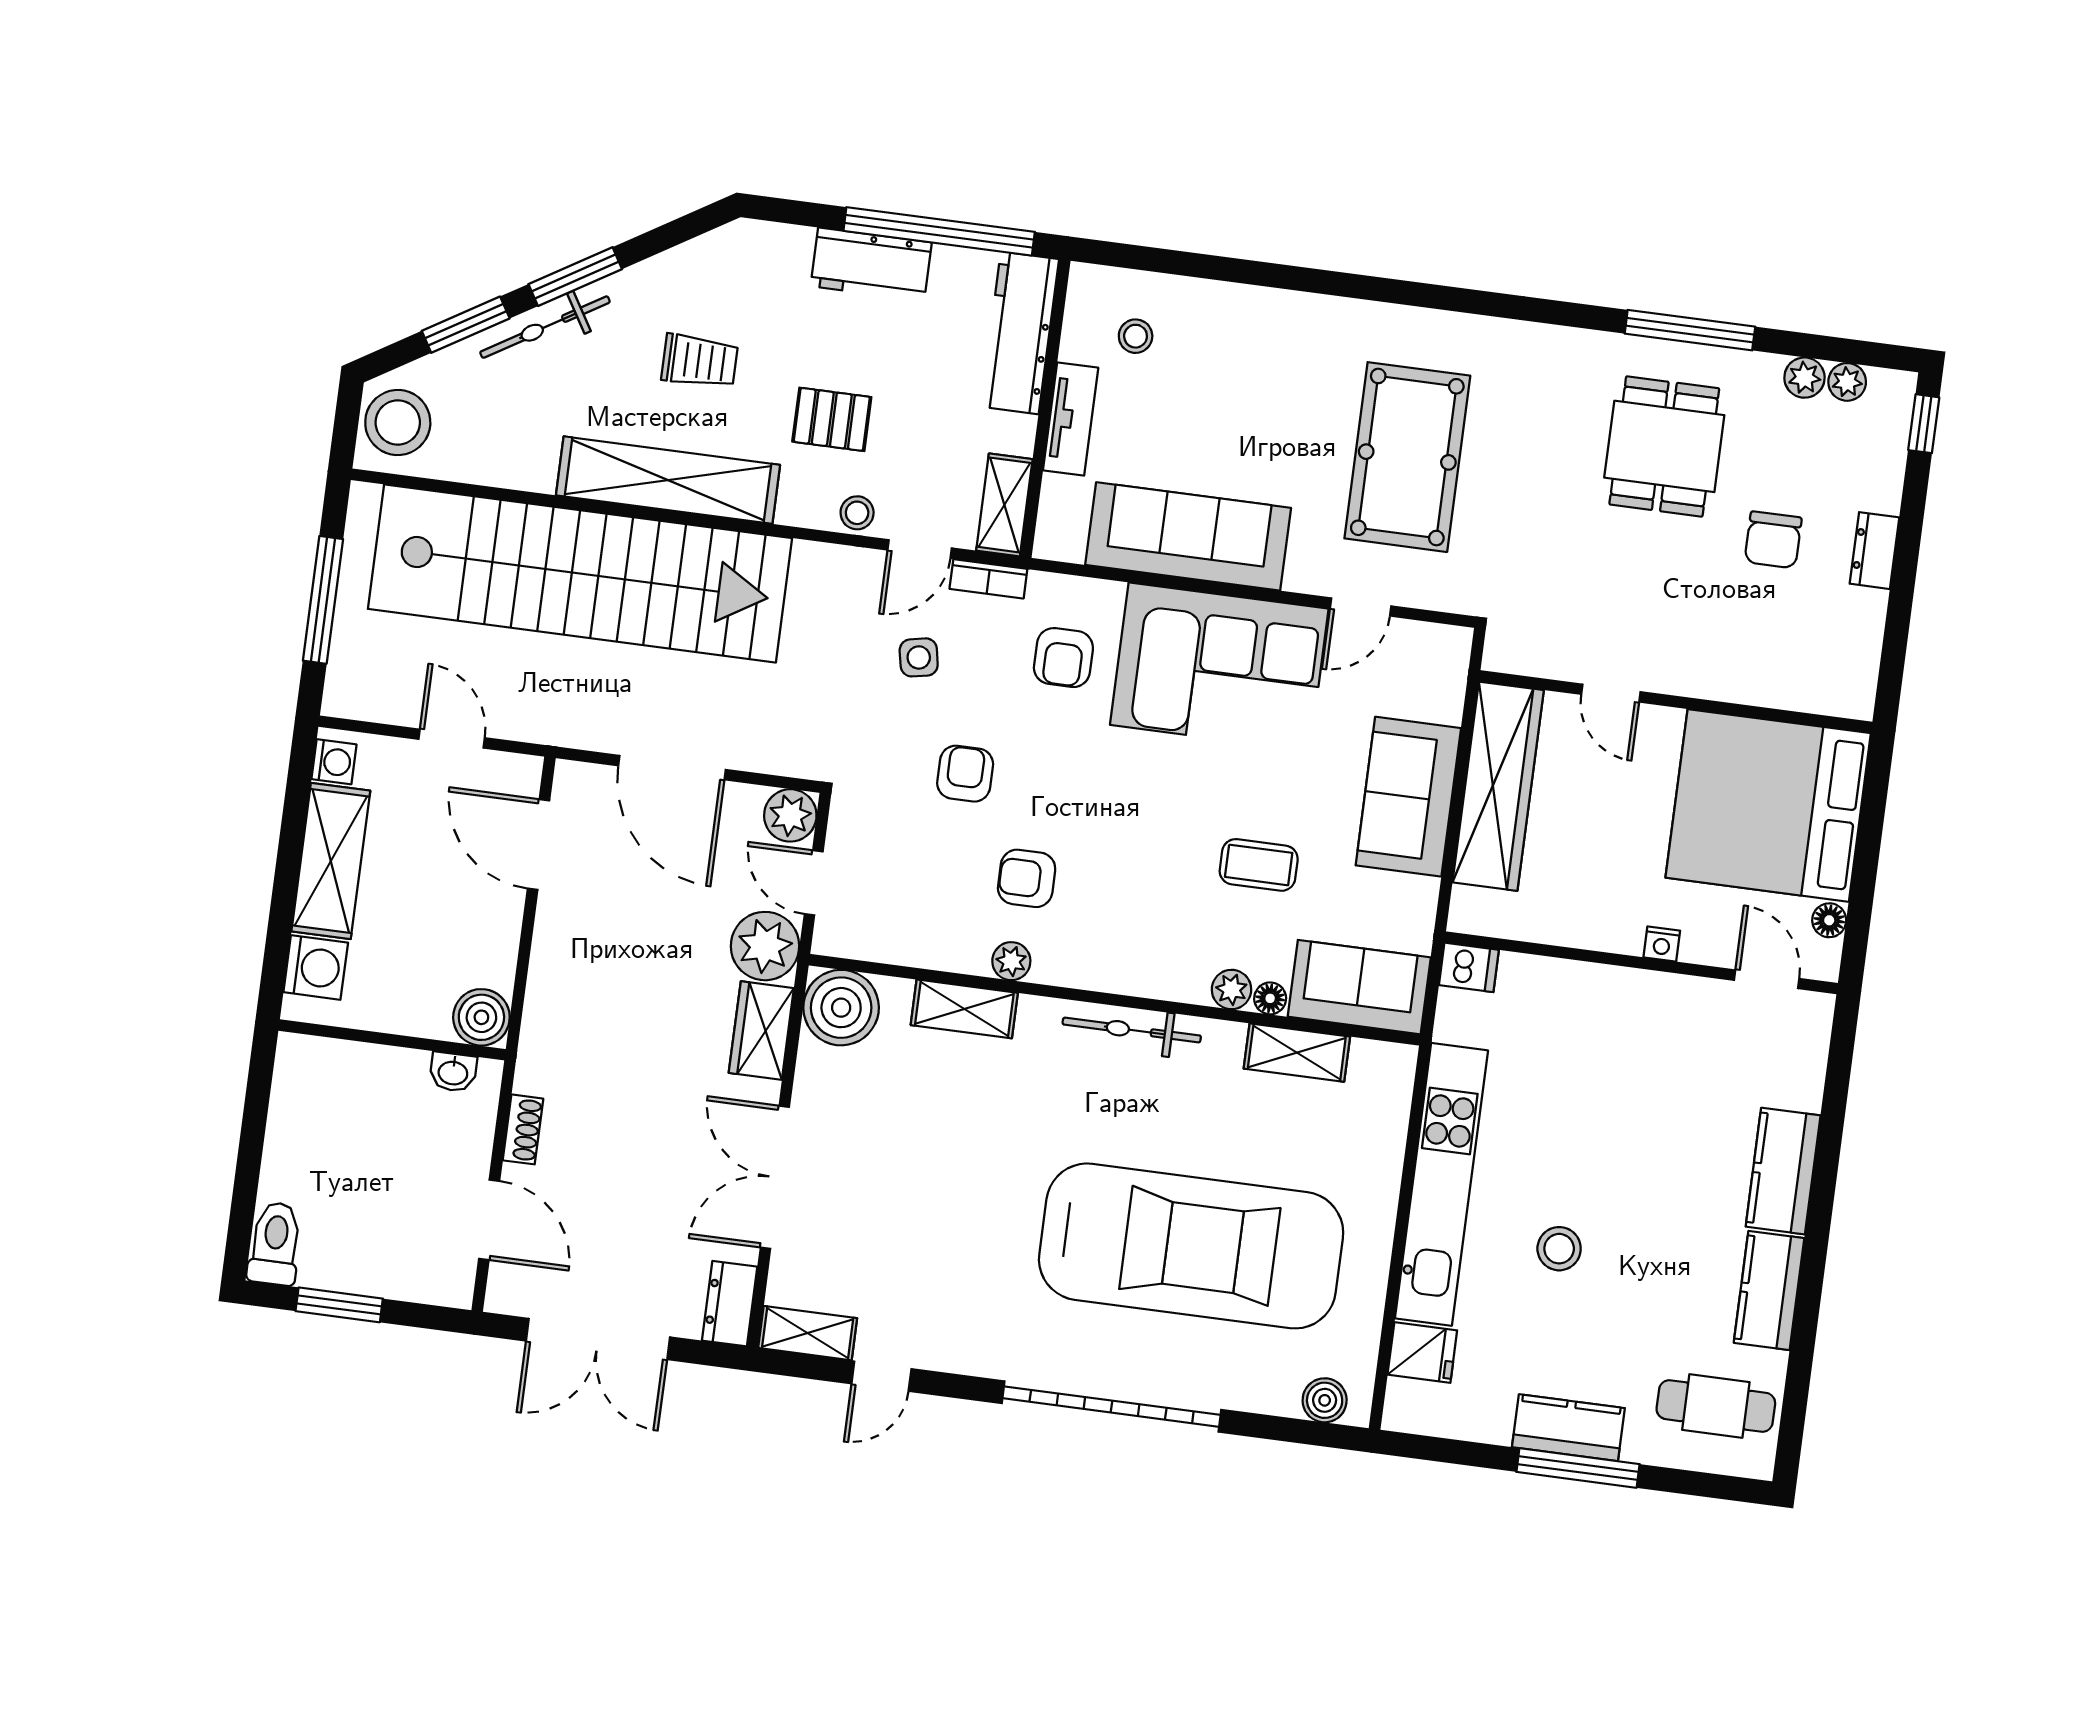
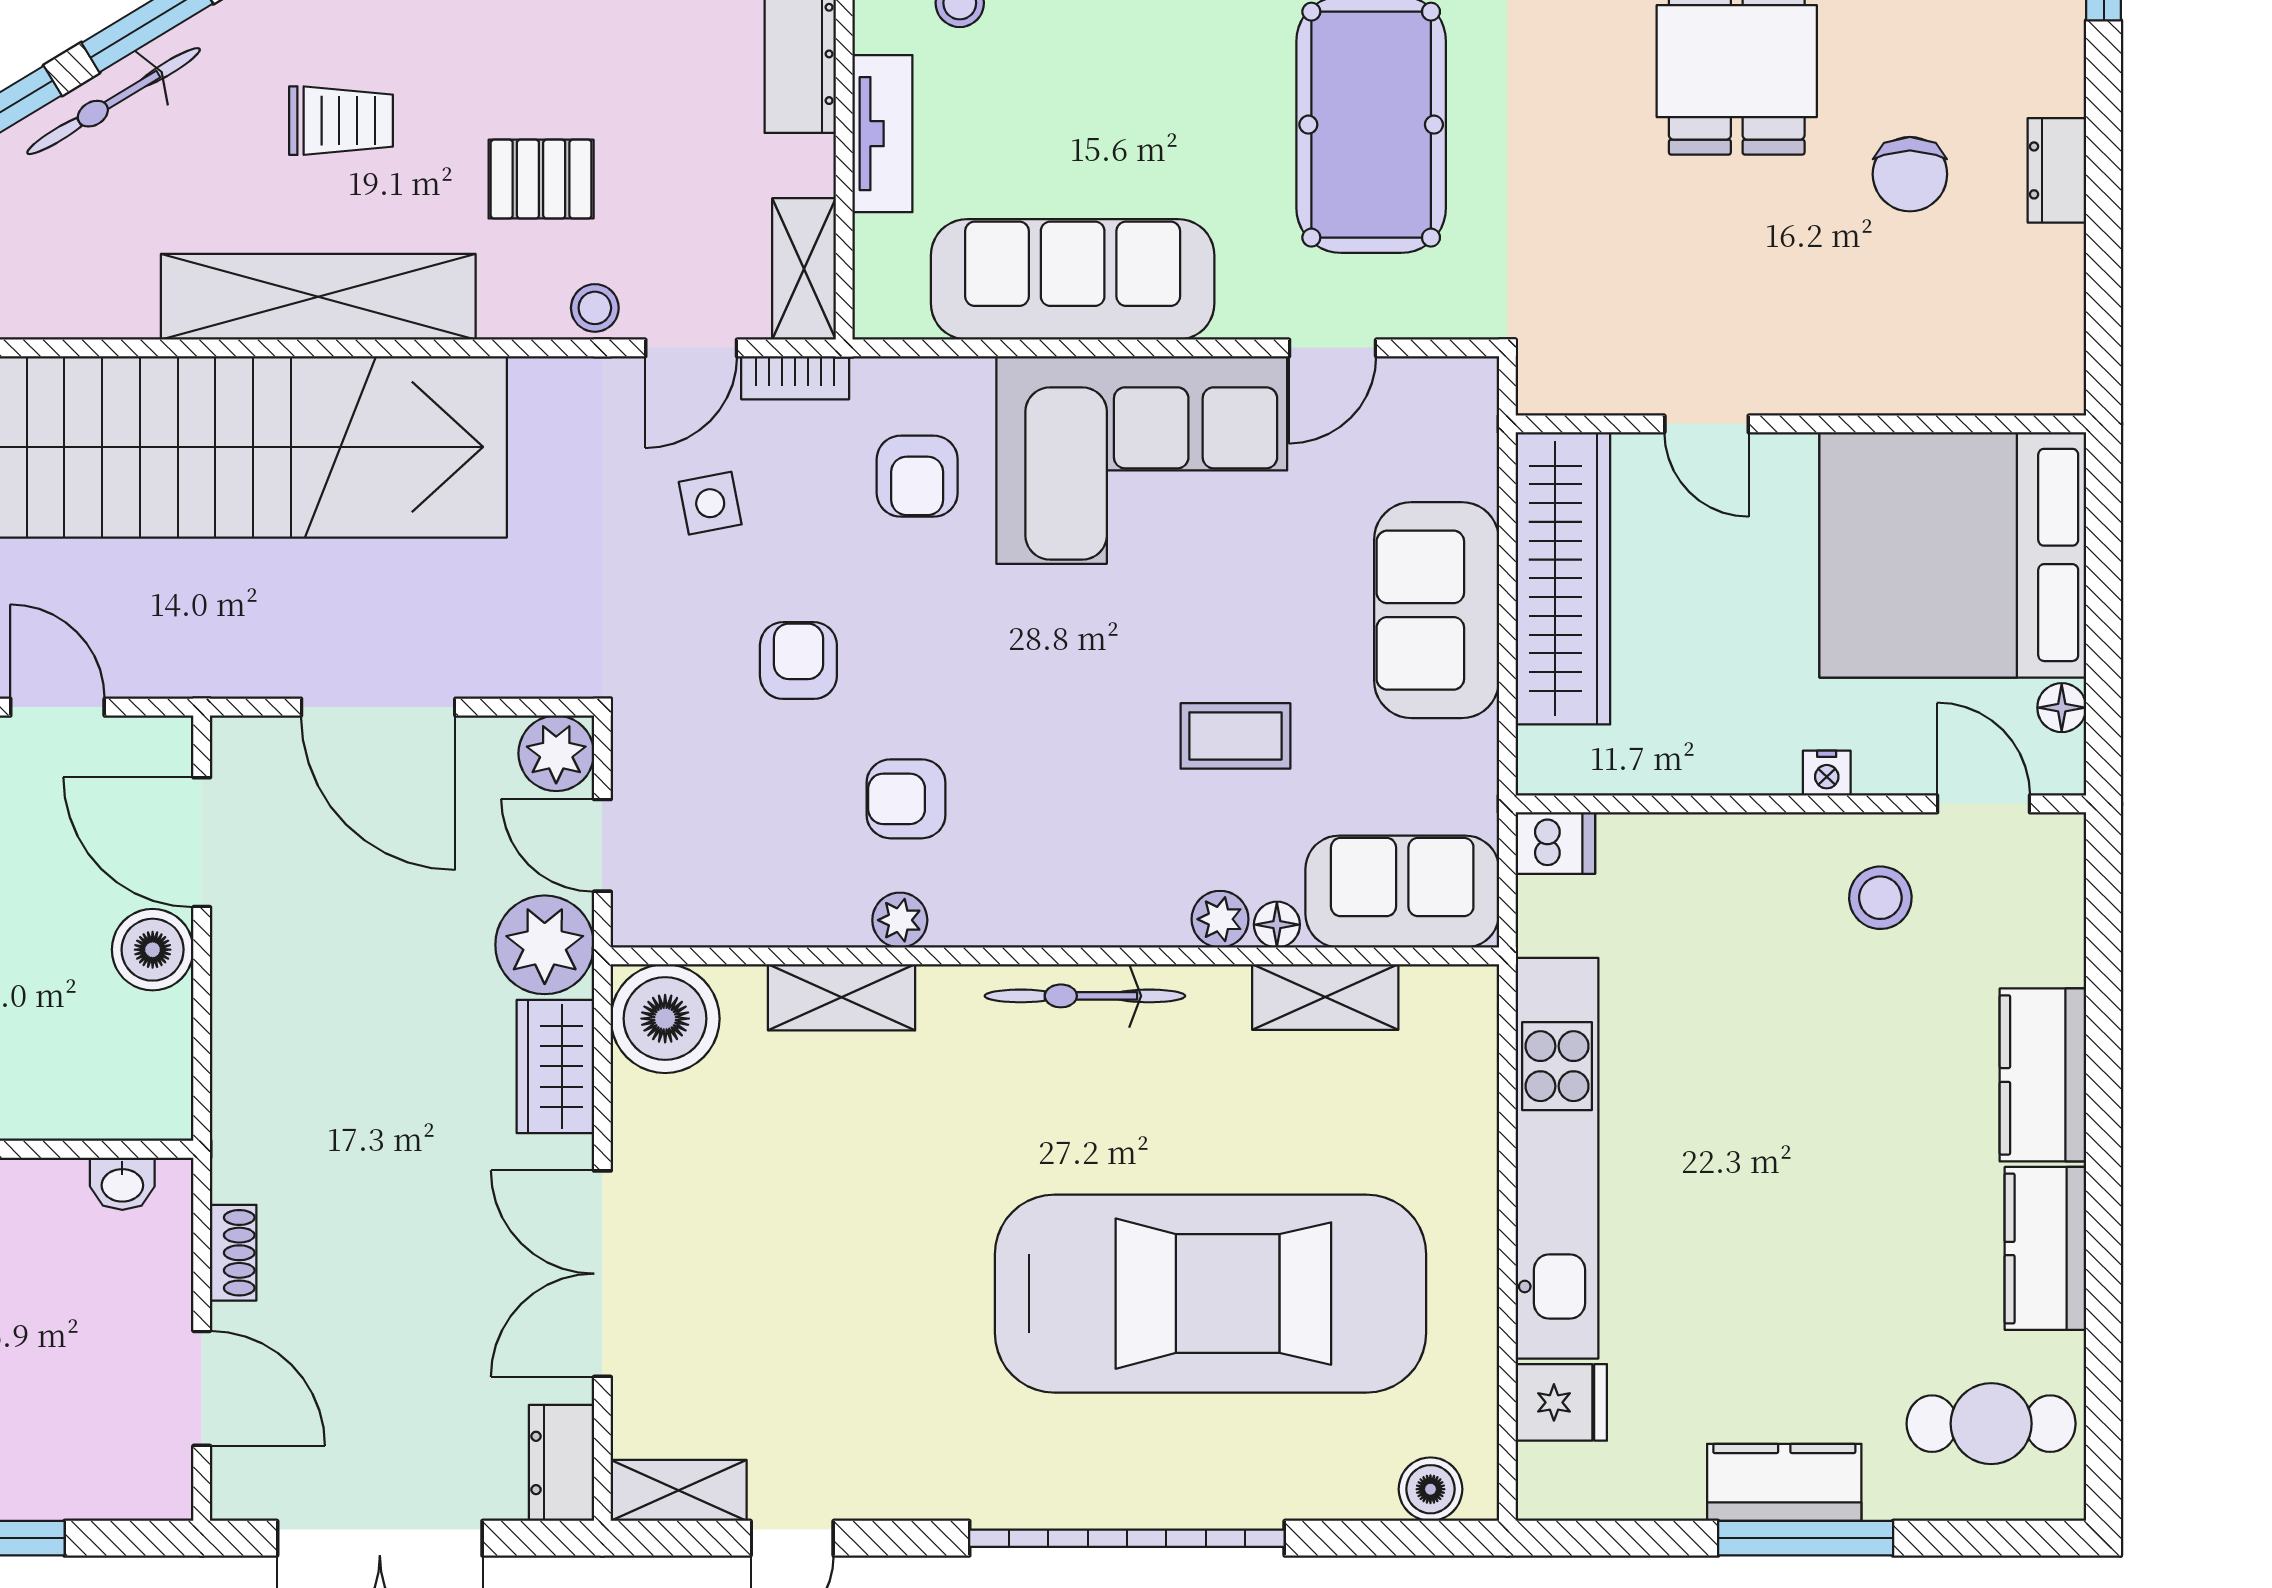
boiler: (481, 1017) -> (153, 950), moved
stool: (1559, 1249) -> (1880, 898), moved

